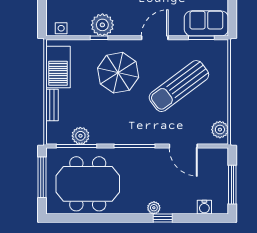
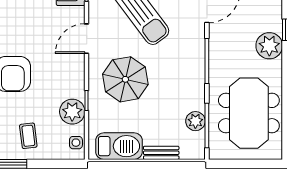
plant: (102, 25) -> (72, 112), moved
door: (155, 38) -> (87, 39), hinge flipped
window: (42, 177) -> (242, 164), removed
plant: (154, 208) -> (269, 46), width x1.88, depth x1.88

